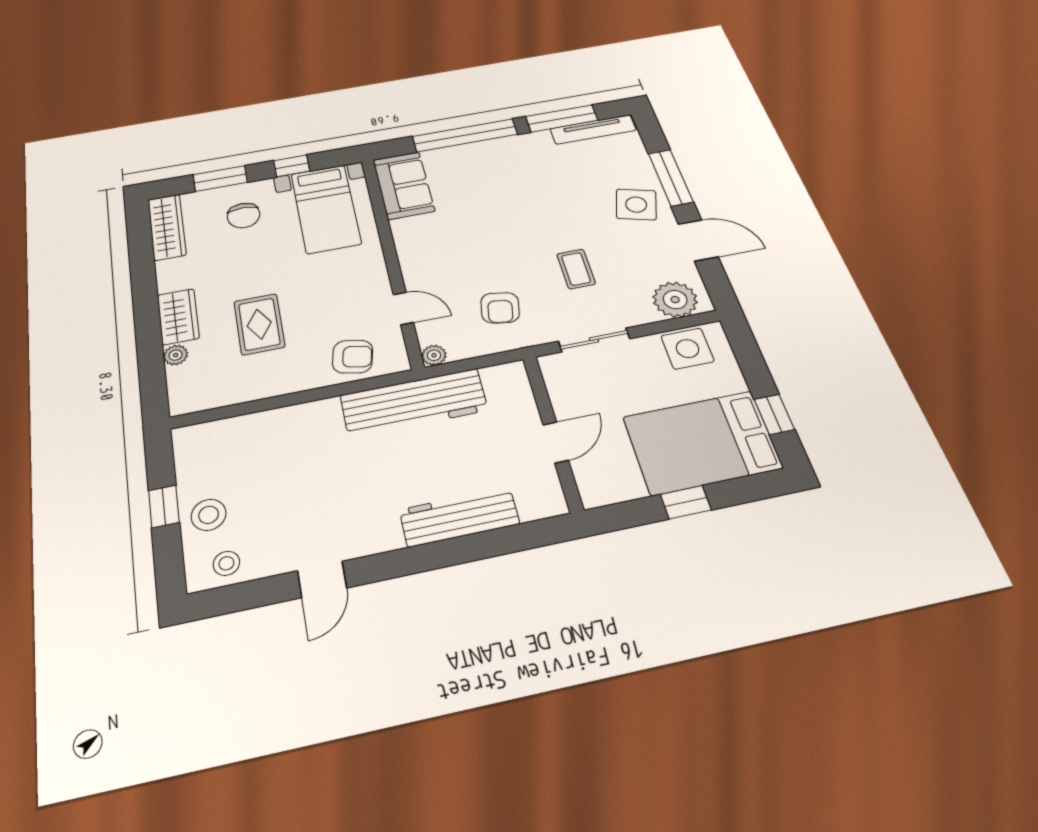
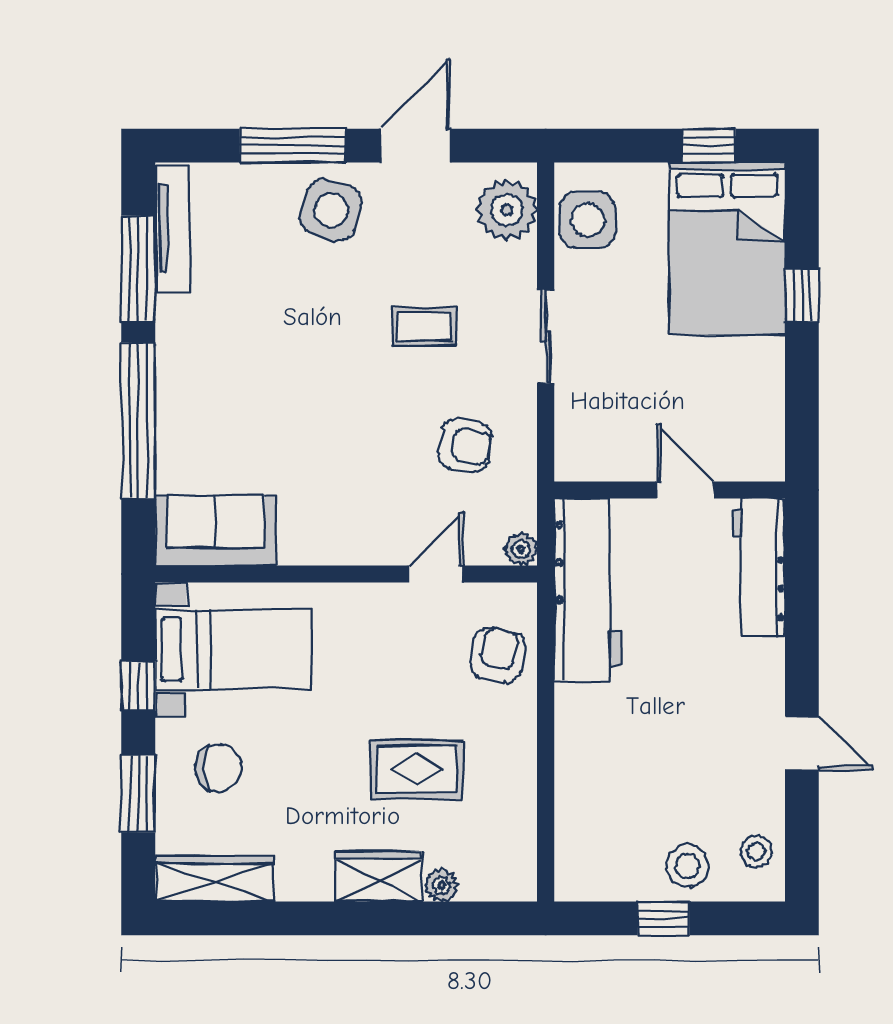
wall: (552, 432) -> (670, 490), moved
door: (556, 442) -> (685, 490), moved

